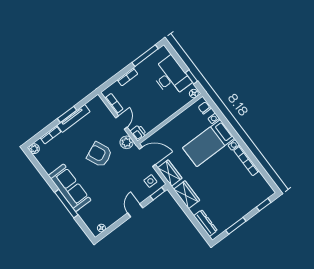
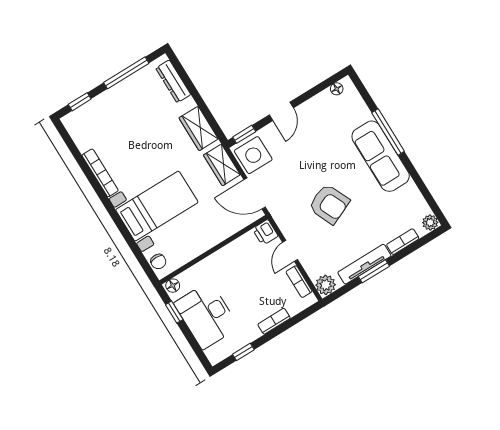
window: (145, 56) -> (243, 352), width x0.46
plant: (127, 142) -> (326, 285), moved
side table: (150, 181) -> (253, 155), width x1.87, depth x1.87
window: (236, 226) -> (126, 73), width x1.44

